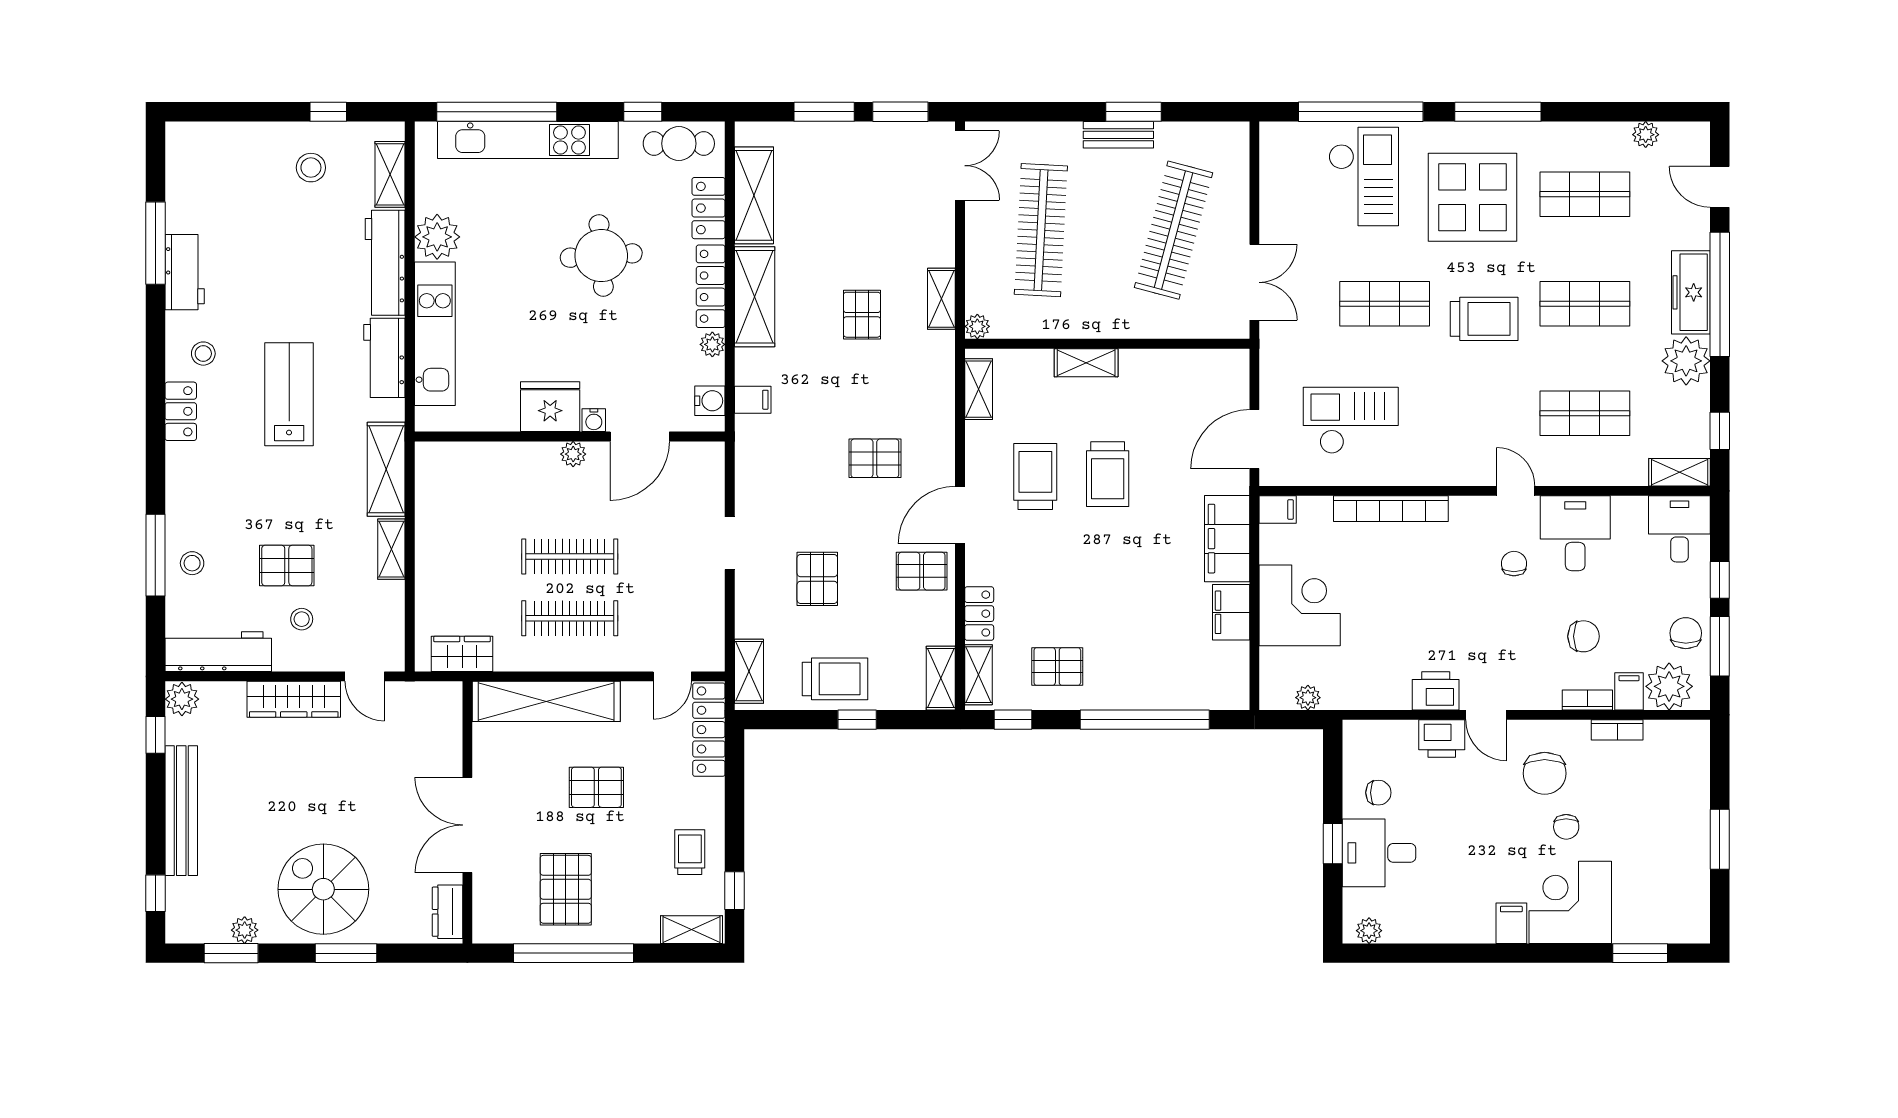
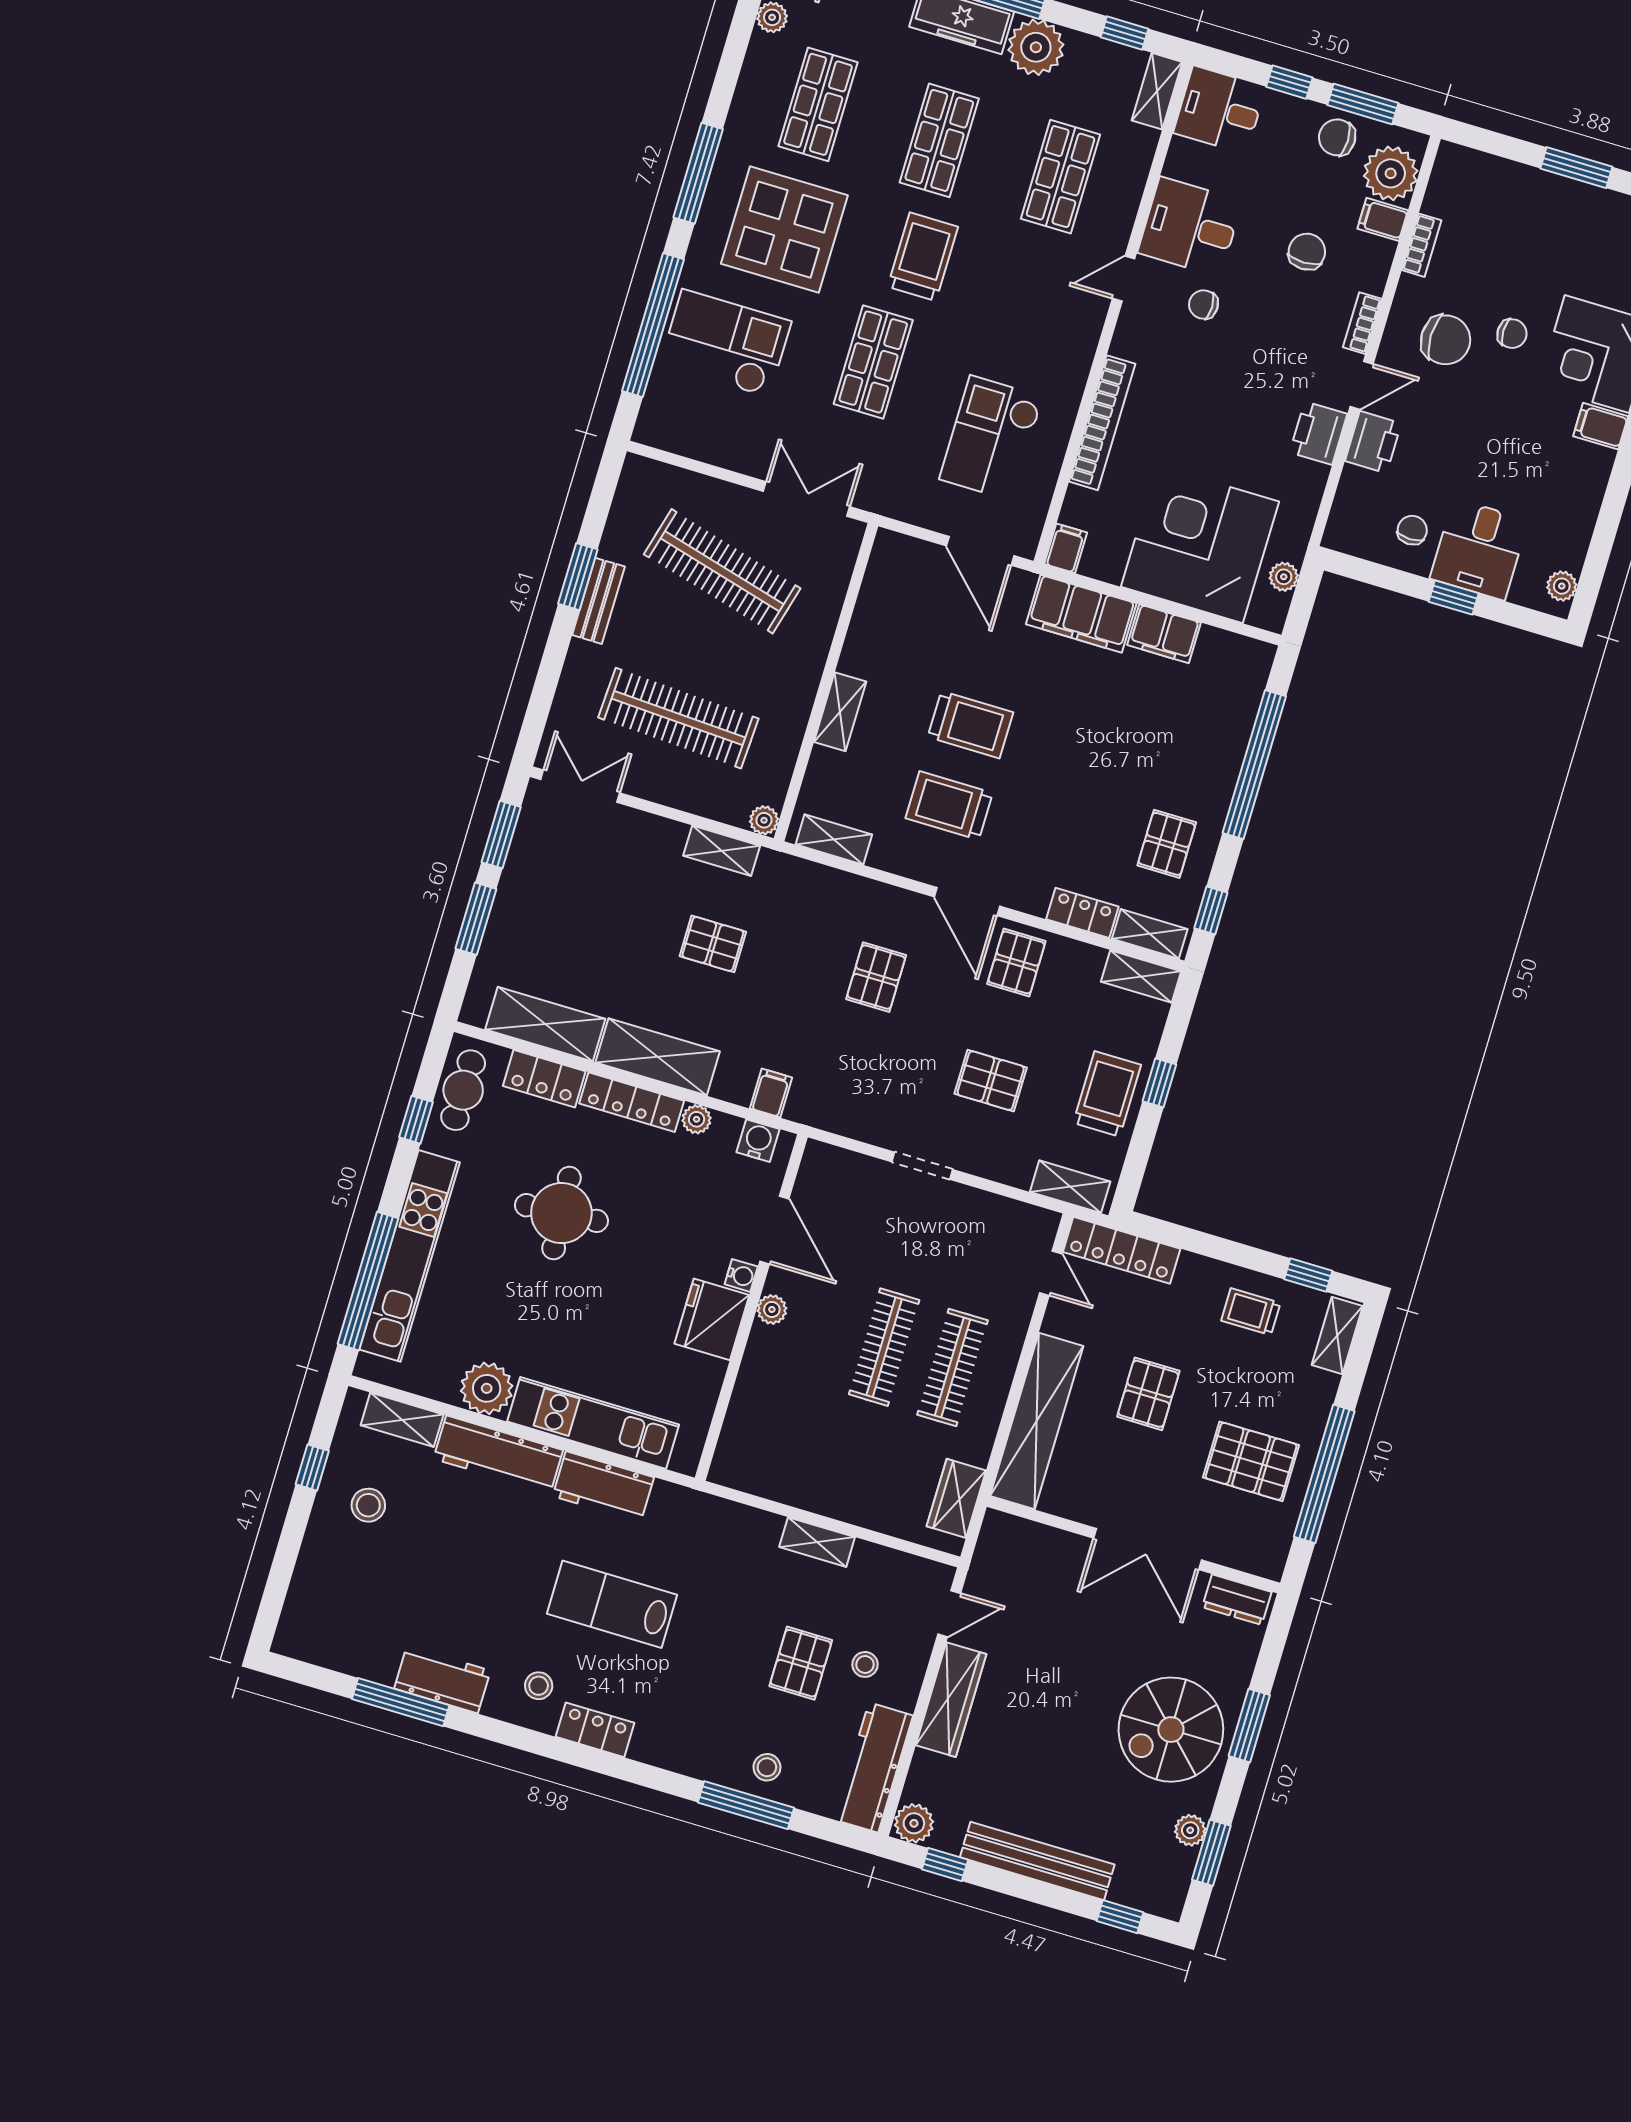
shelving: (386, 469) -> (727, 1522), removed
corner desk: (1300, 605) -> (1200, 544), width x1.36, depth x1.36
bookcase: (1587, 700) -> (1362, 323), moved

